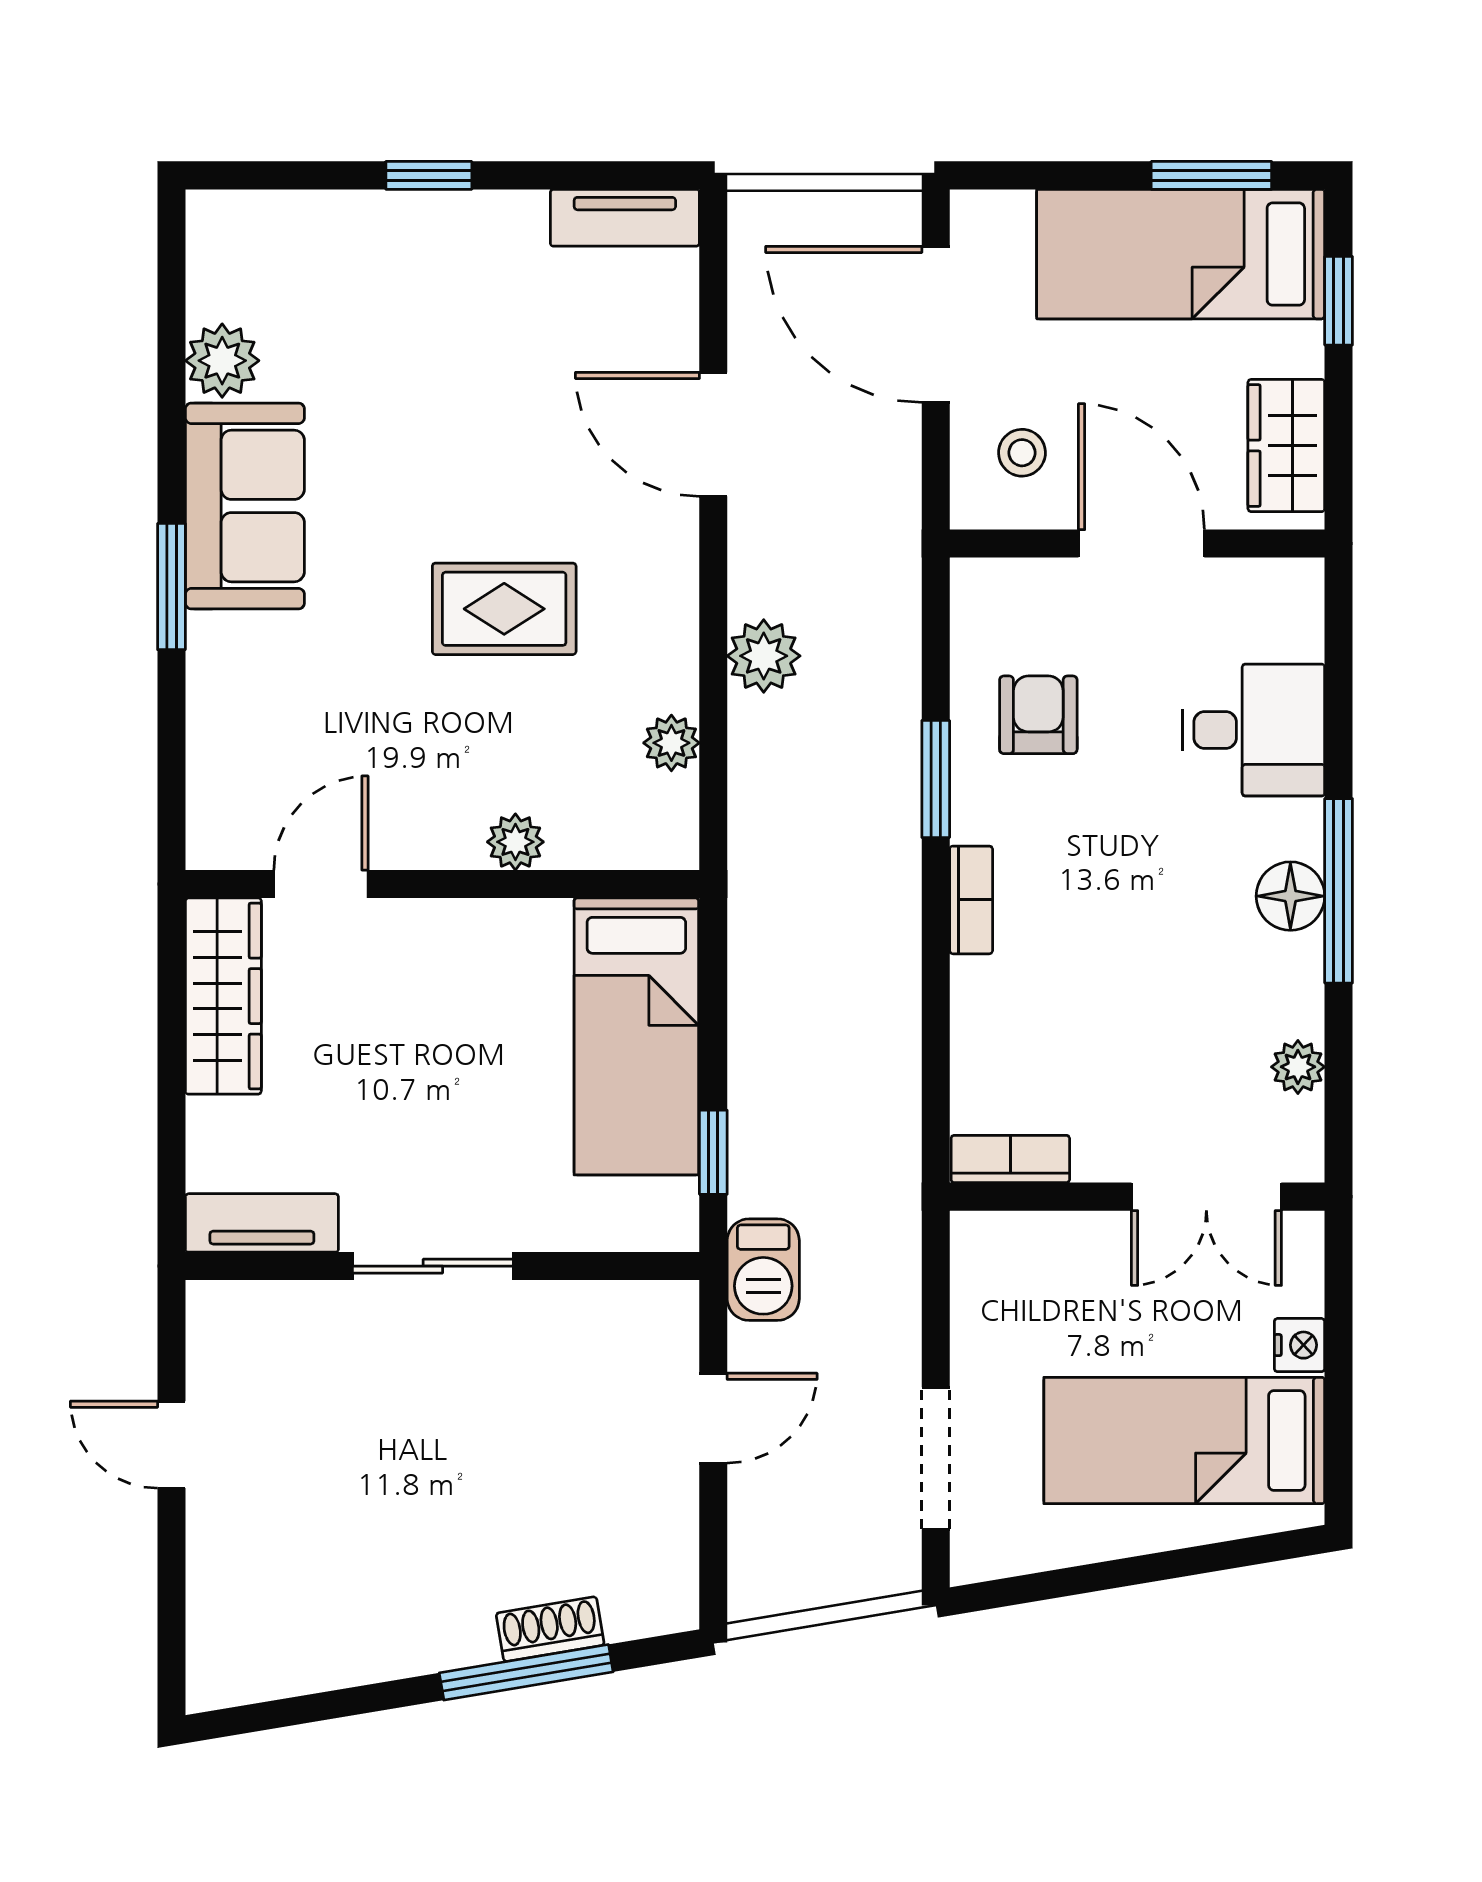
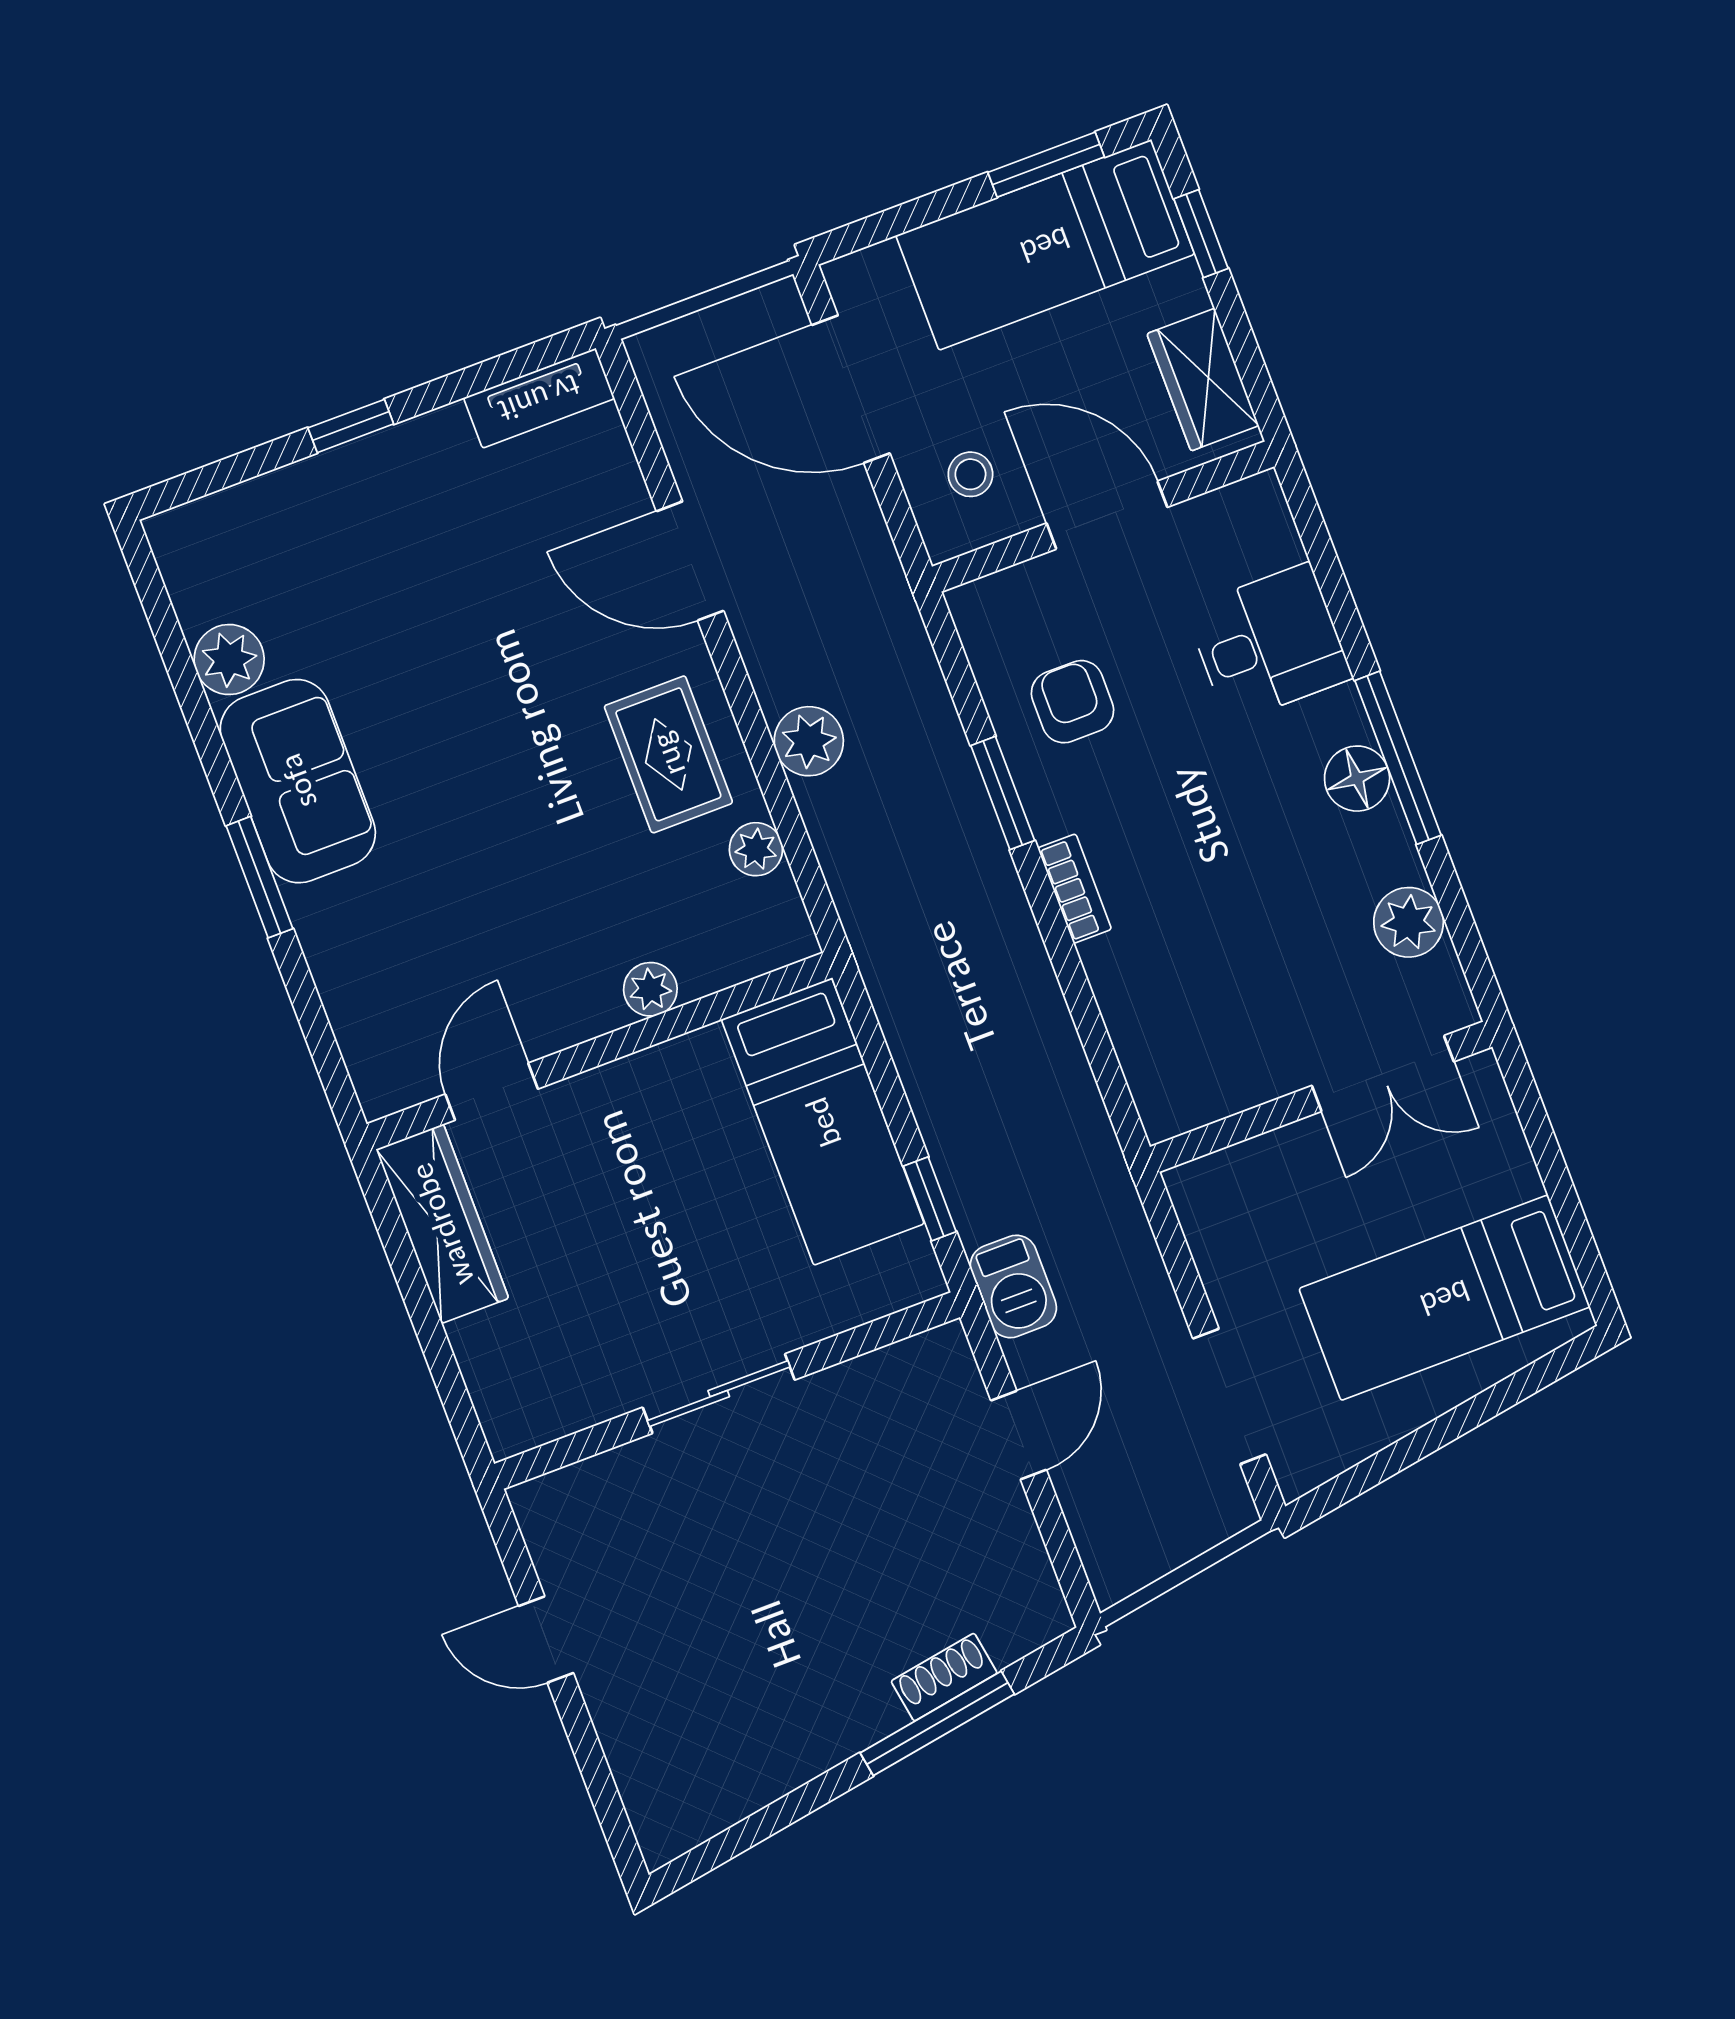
rug: (504, 609) -> (668, 754), moved, turned 90
plant: (1298, 1067) -> (1409, 922), width x1.38, depth x1.38
bookcase: (1010, 1159) -> (1196, 1106), removed
tv unit: (262, 1223) -> (552, 1412), removed
nightstand: (1300, 1345) -> (1515, 1174), removed

